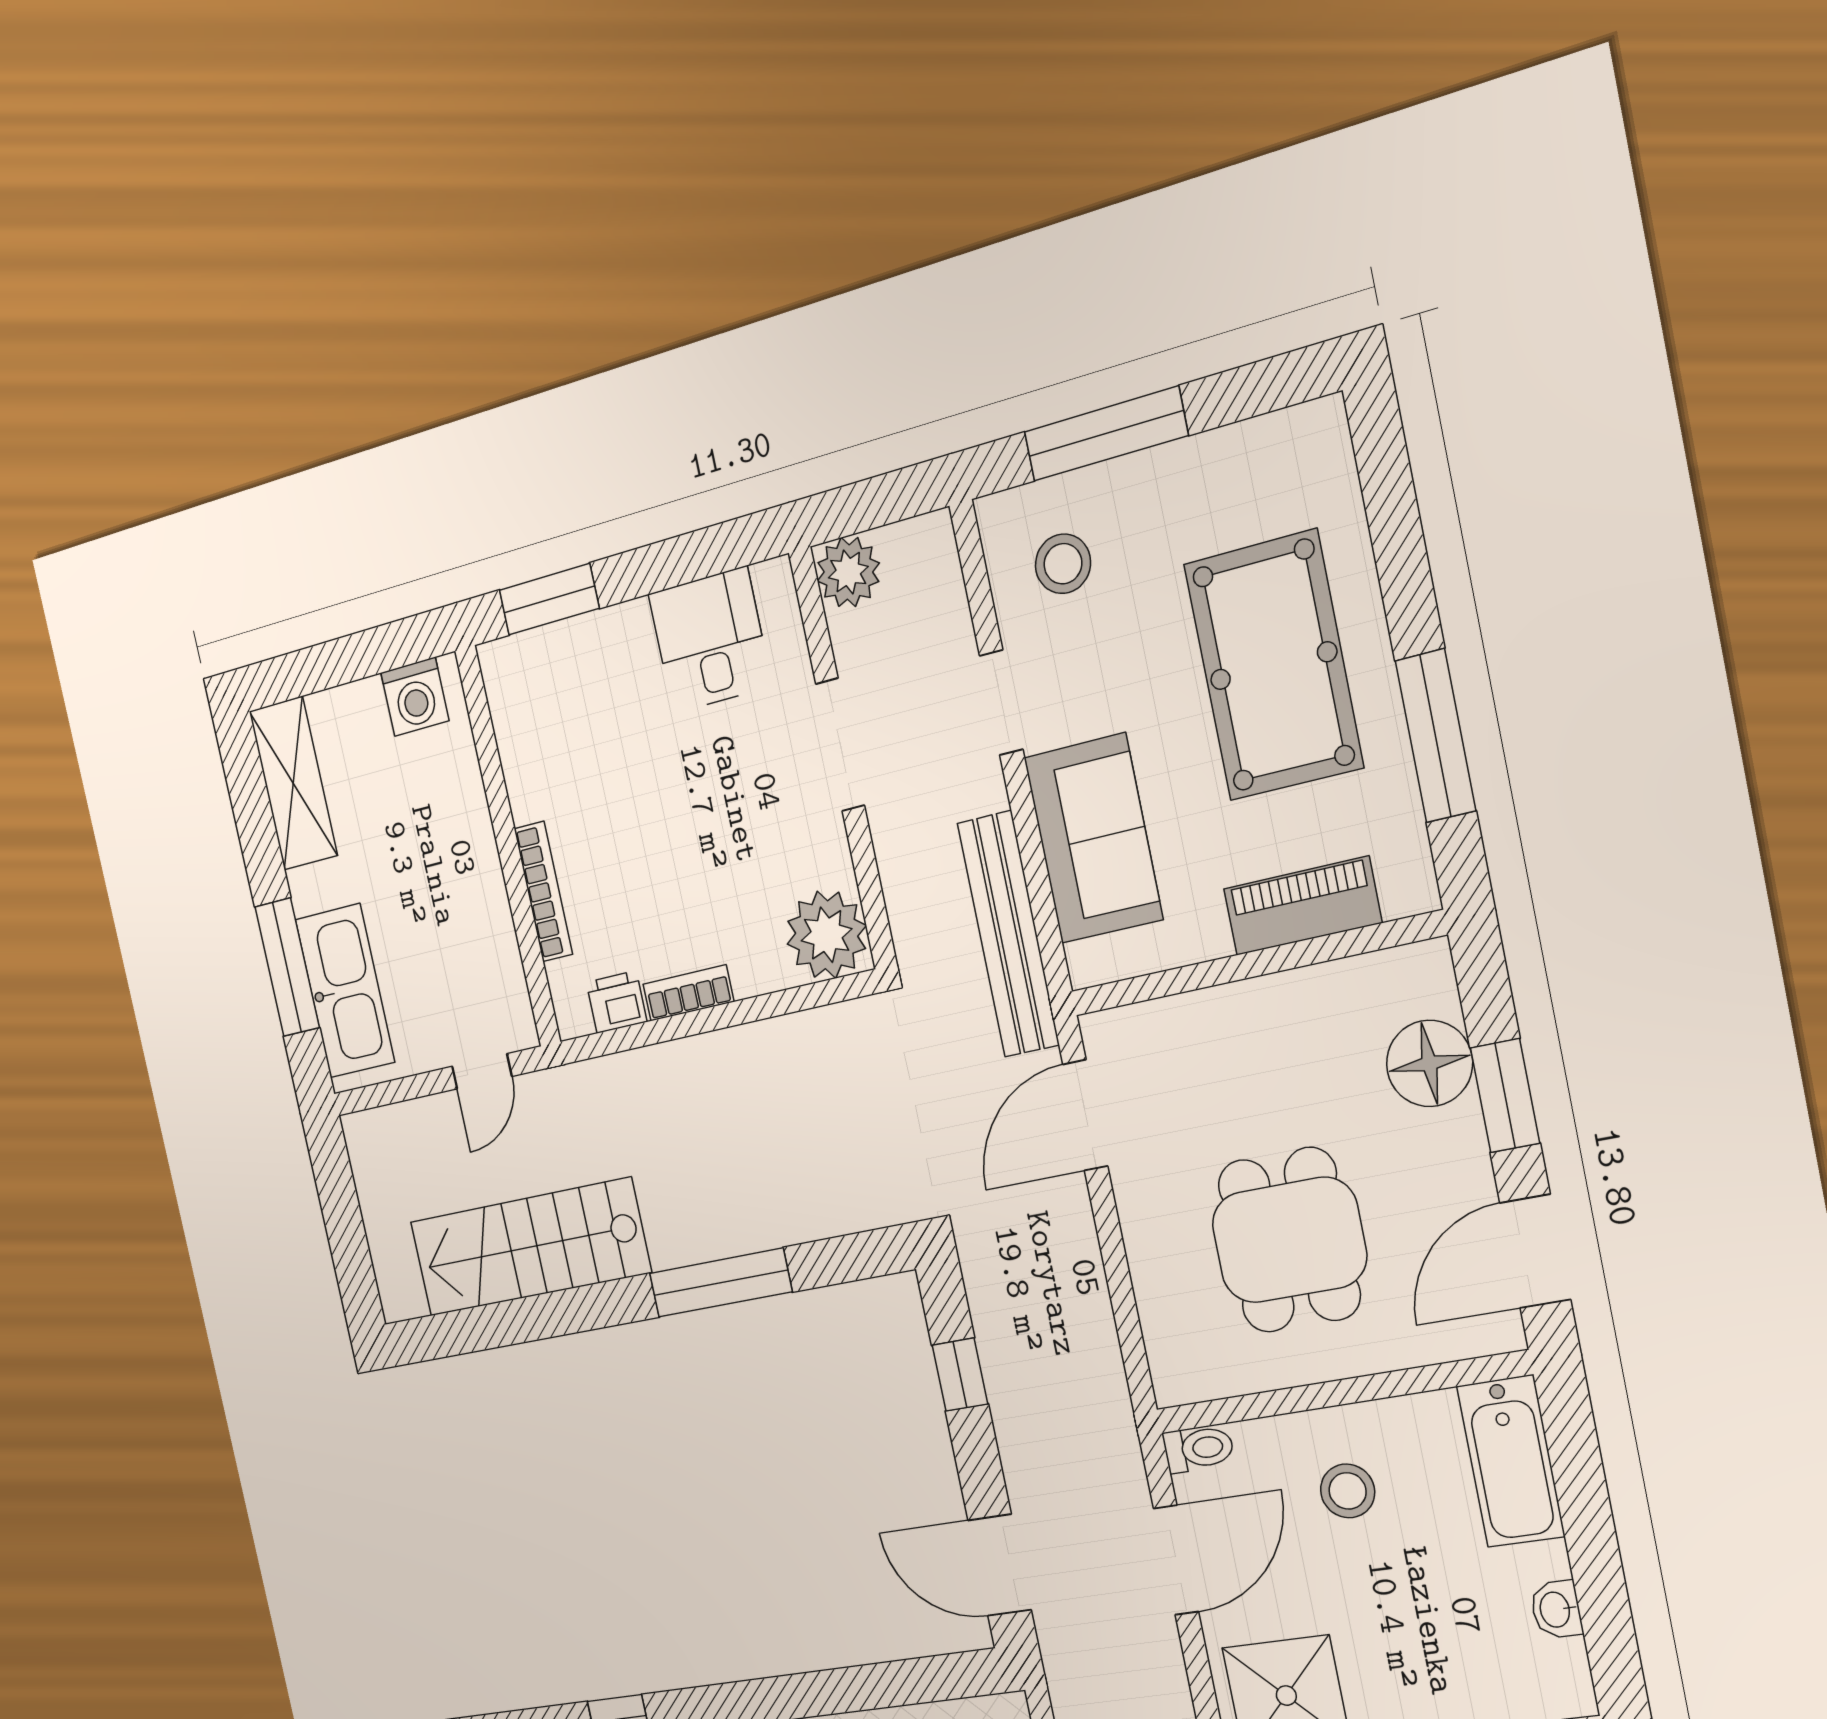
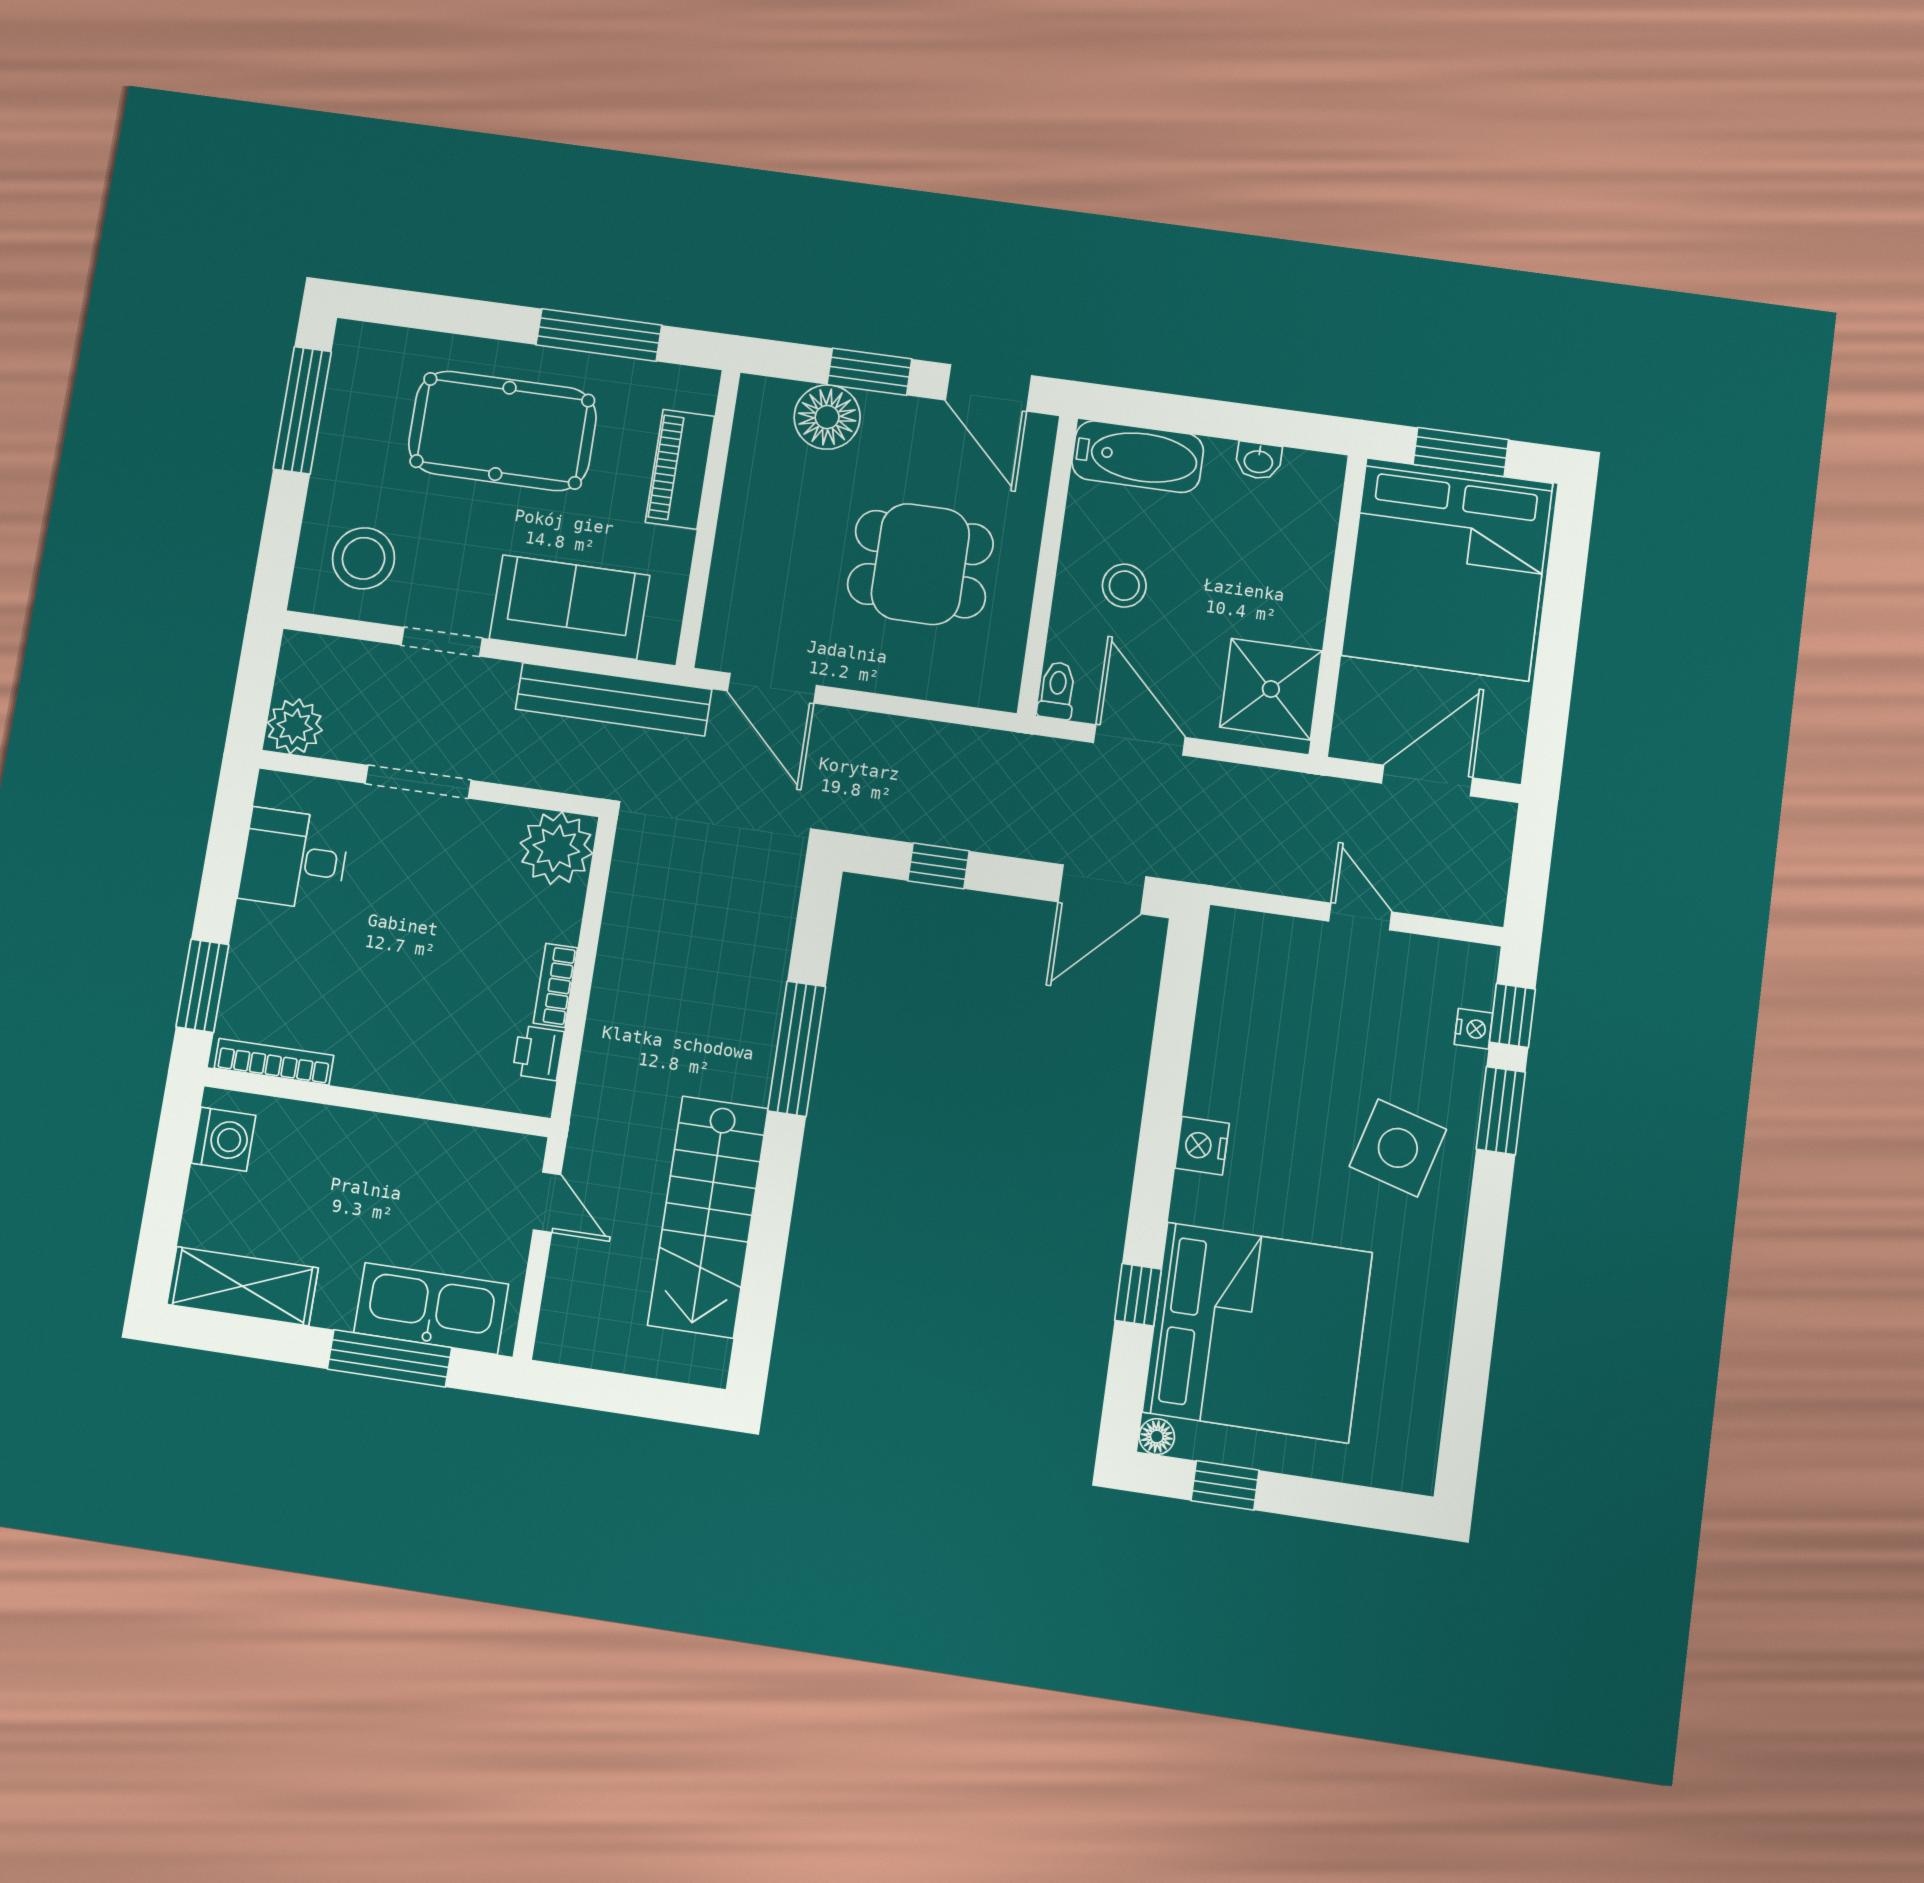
window: (1106, 434) -> (302, 410), moved
stool: (1063, 564) -> (364, 558), width x1.38, depth x1.38
bookcase: (543, 891) -> (274, 1062), moved

